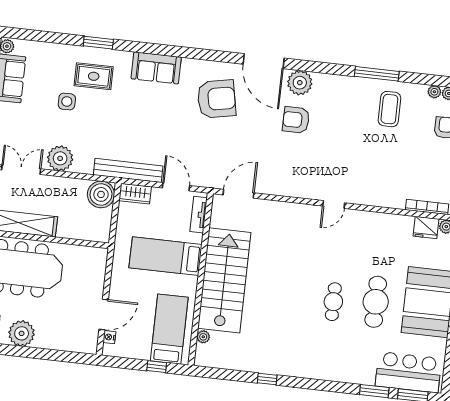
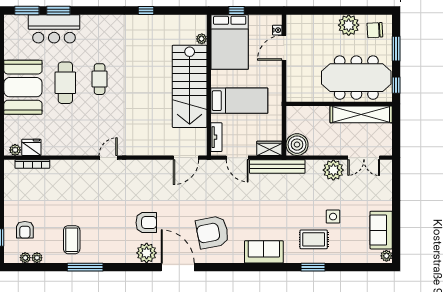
bed: (169, 329) -> (230, 42), width x1.50
bar counter: (408, 372) -> (54, 29), moved

